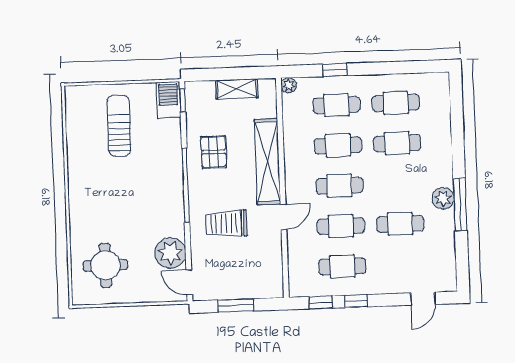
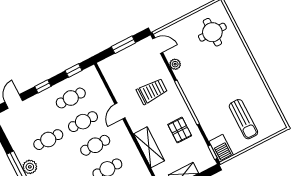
shelving: (267, 162) -> (149, 147), width x0.68
plant: (170, 253) -> (175, 64), width x0.53, depth x0.53
window: (356, 301) -> (43, 86), moved

